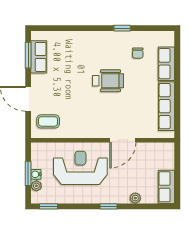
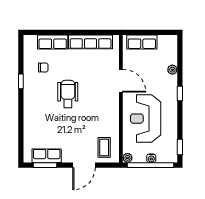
window: (28, 173) -> (150, 165), width x2.11
plant: (36, 186) -> (128, 158), moved
row of seats: (166, 187) -> (142, 42), moved

